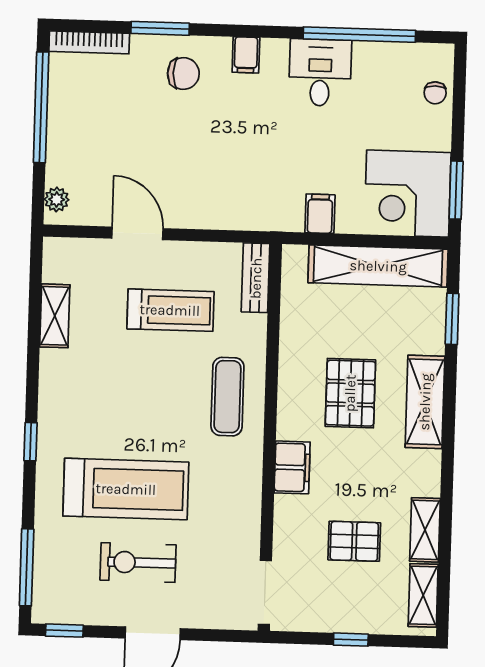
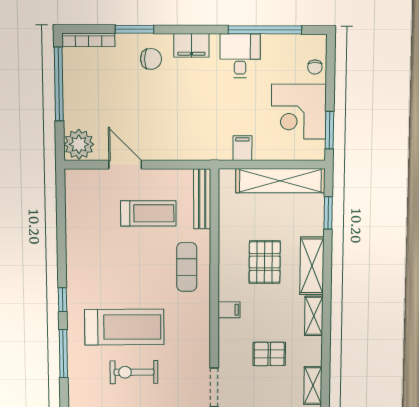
filing cabinet: (246, 55) -> (191, 45), width x2.00
corner desk: (408, 194) -> (299, 112), moved
plant: (57, 199) -> (79, 144), width x1.88, depth x1.88
bench: (256, 278) -> (202, 199), width x1.36
shelving: (55, 316) -> (74, 219), removed
filing cabinet: (292, 467) -> (229, 310), width x0.50
shelving: (425, 530) -> (314, 316), moved
window: (27, 567) -> (63, 354), moved

